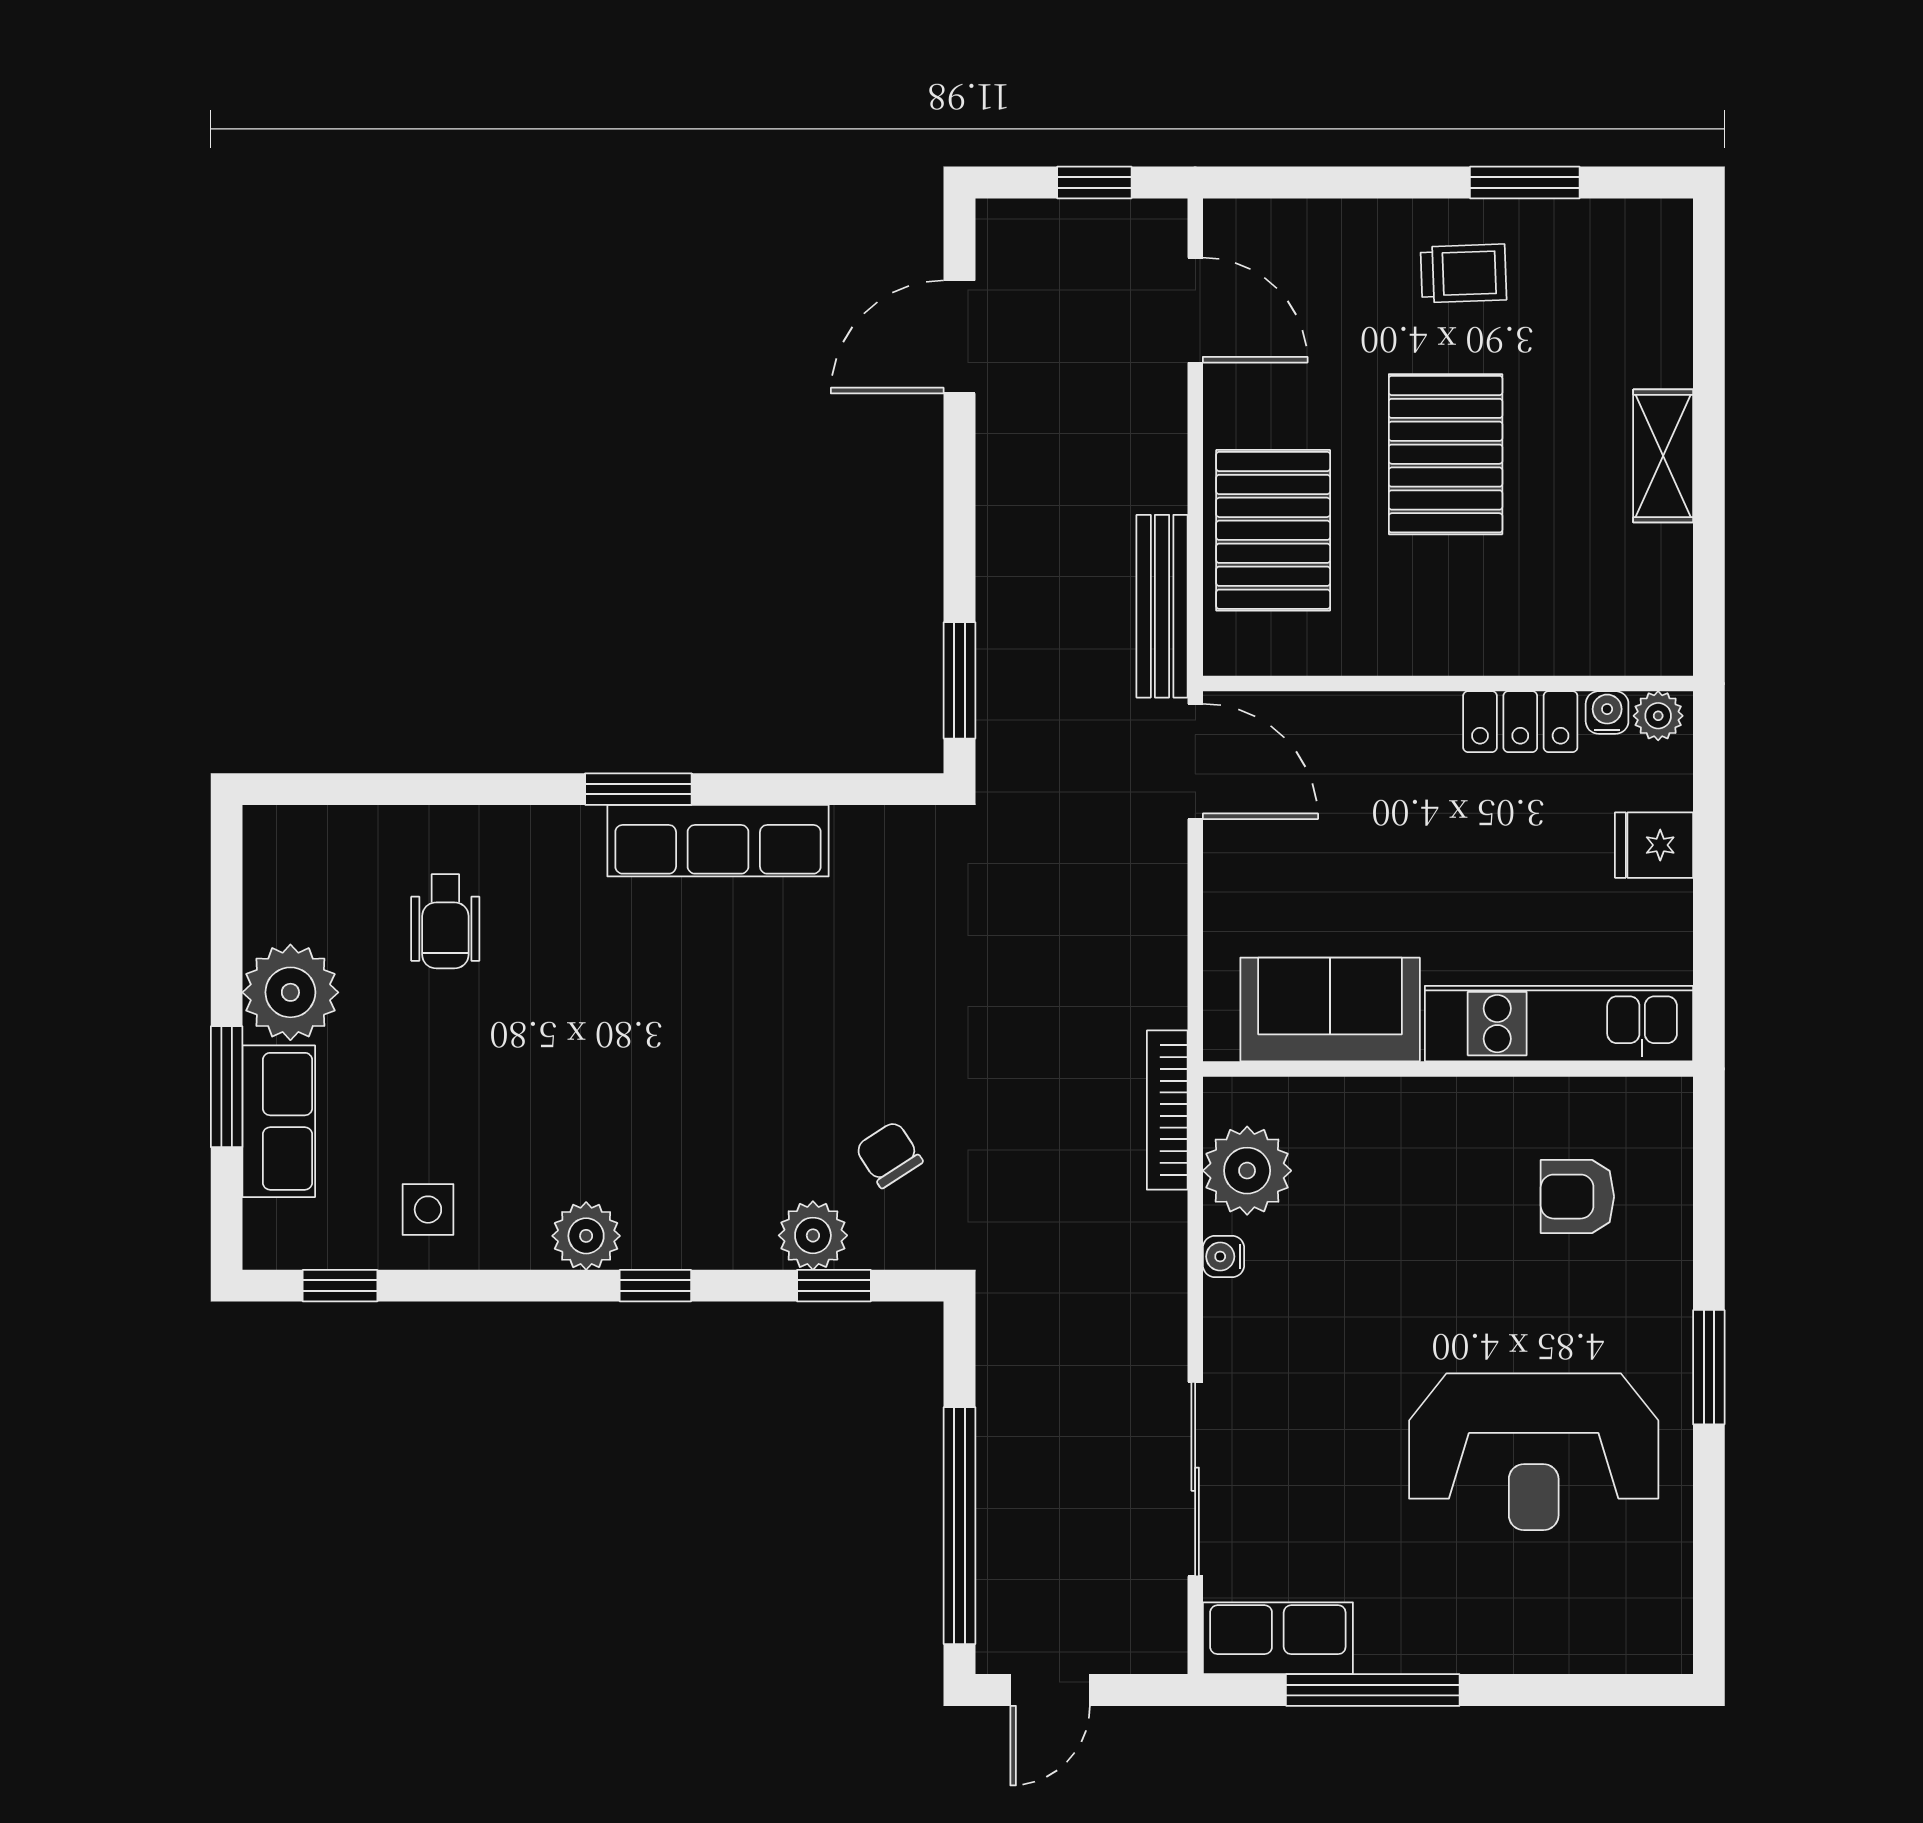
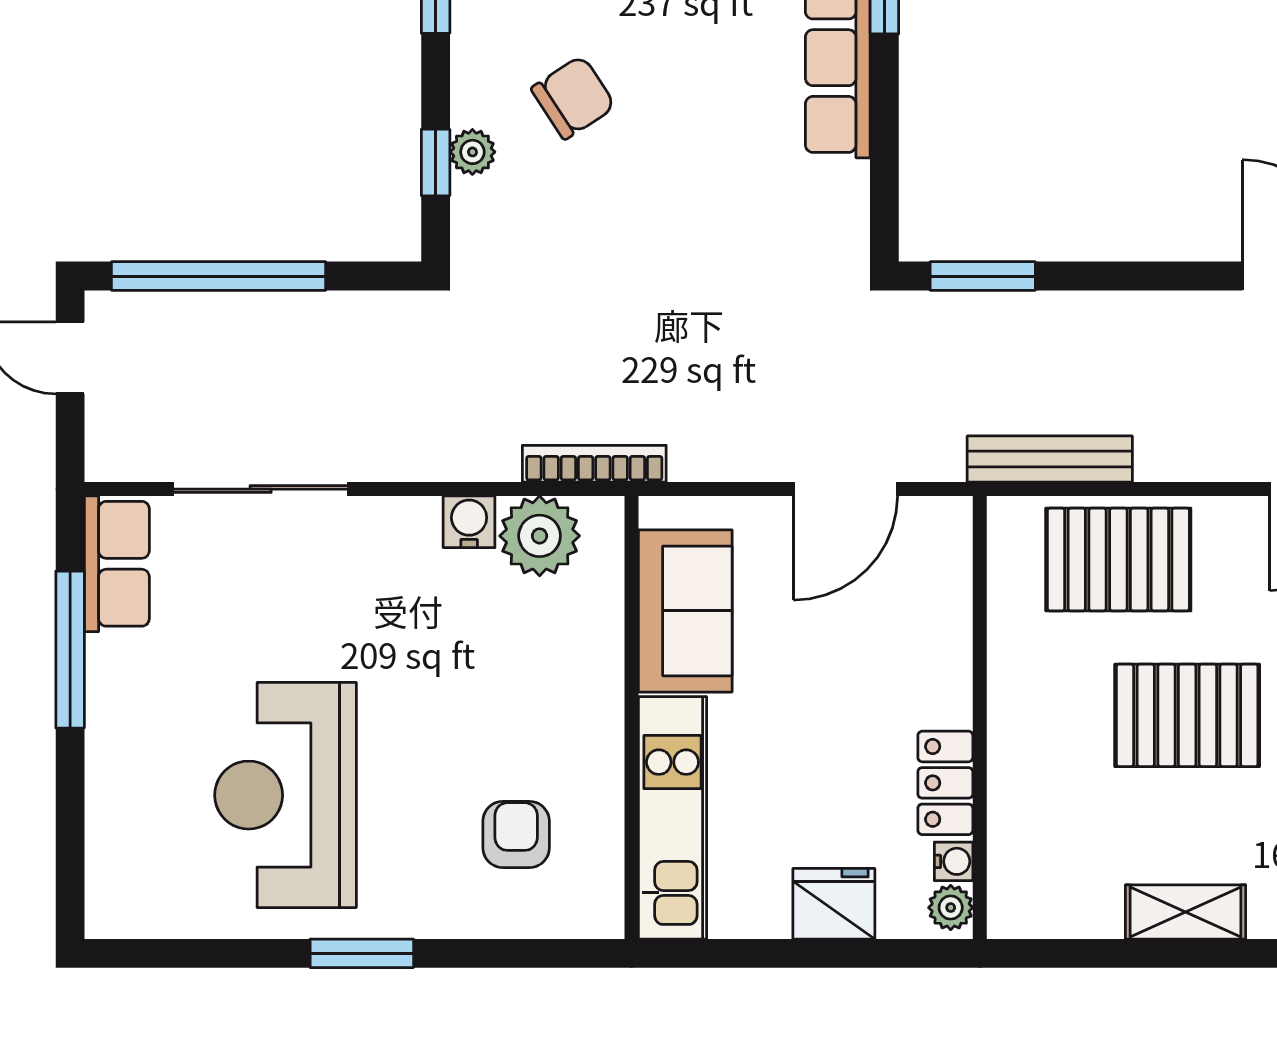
door: (1195, 761) -> (845, 489), moved
fridge: (1654, 845) -> (834, 904), width x1.38
chair: (889, 1155) -> (573, 97), moved, width x1.37, depth x1.37
plant: (813, 1235) -> (472, 152), width x0.73, depth x0.73
water cooler: (1223, 1257) -> (469, 522), width x1.38, depth x1.38

